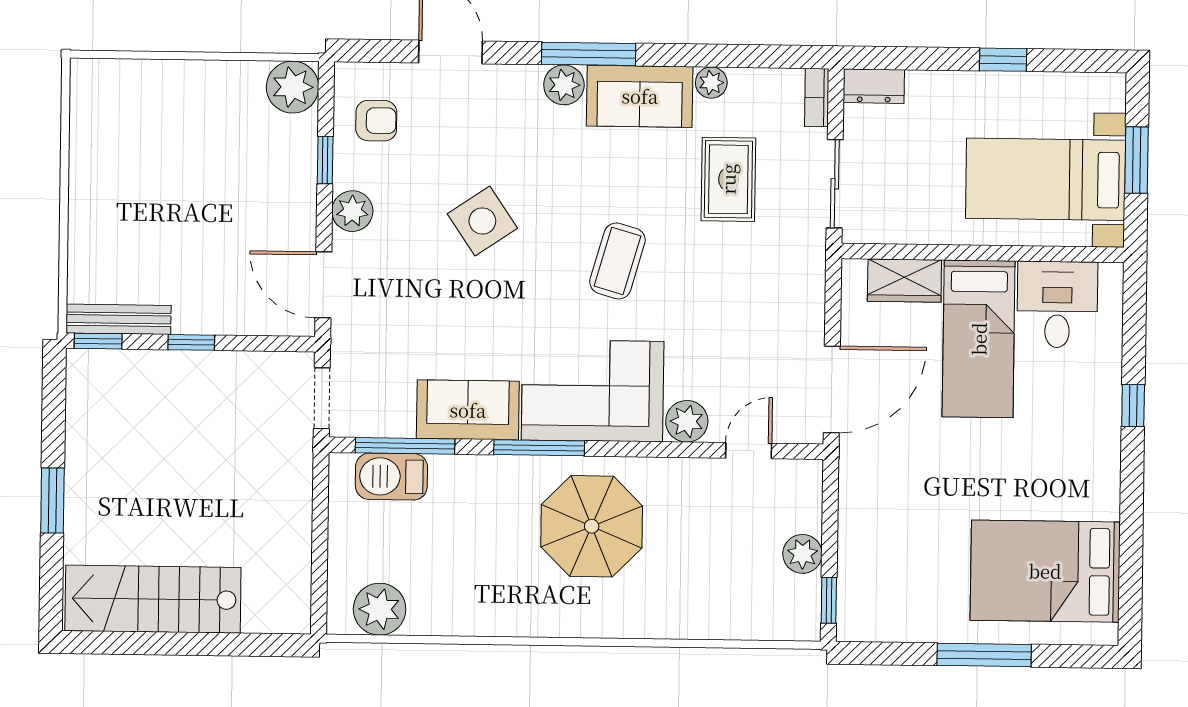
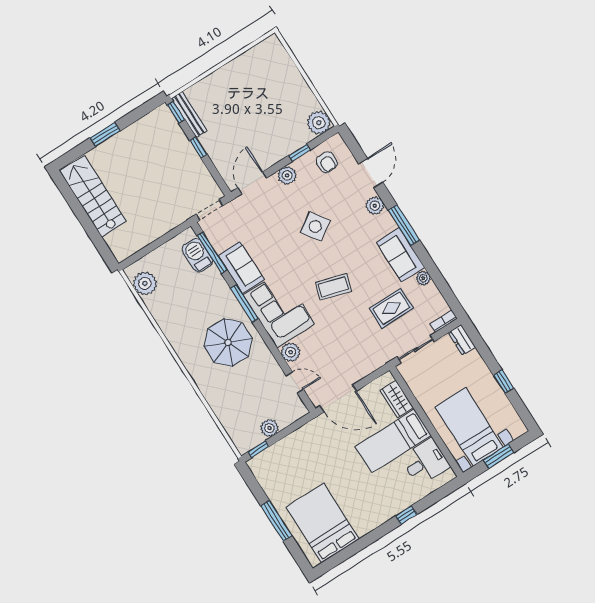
plant: (564, 85) -> (375, 206), moved

